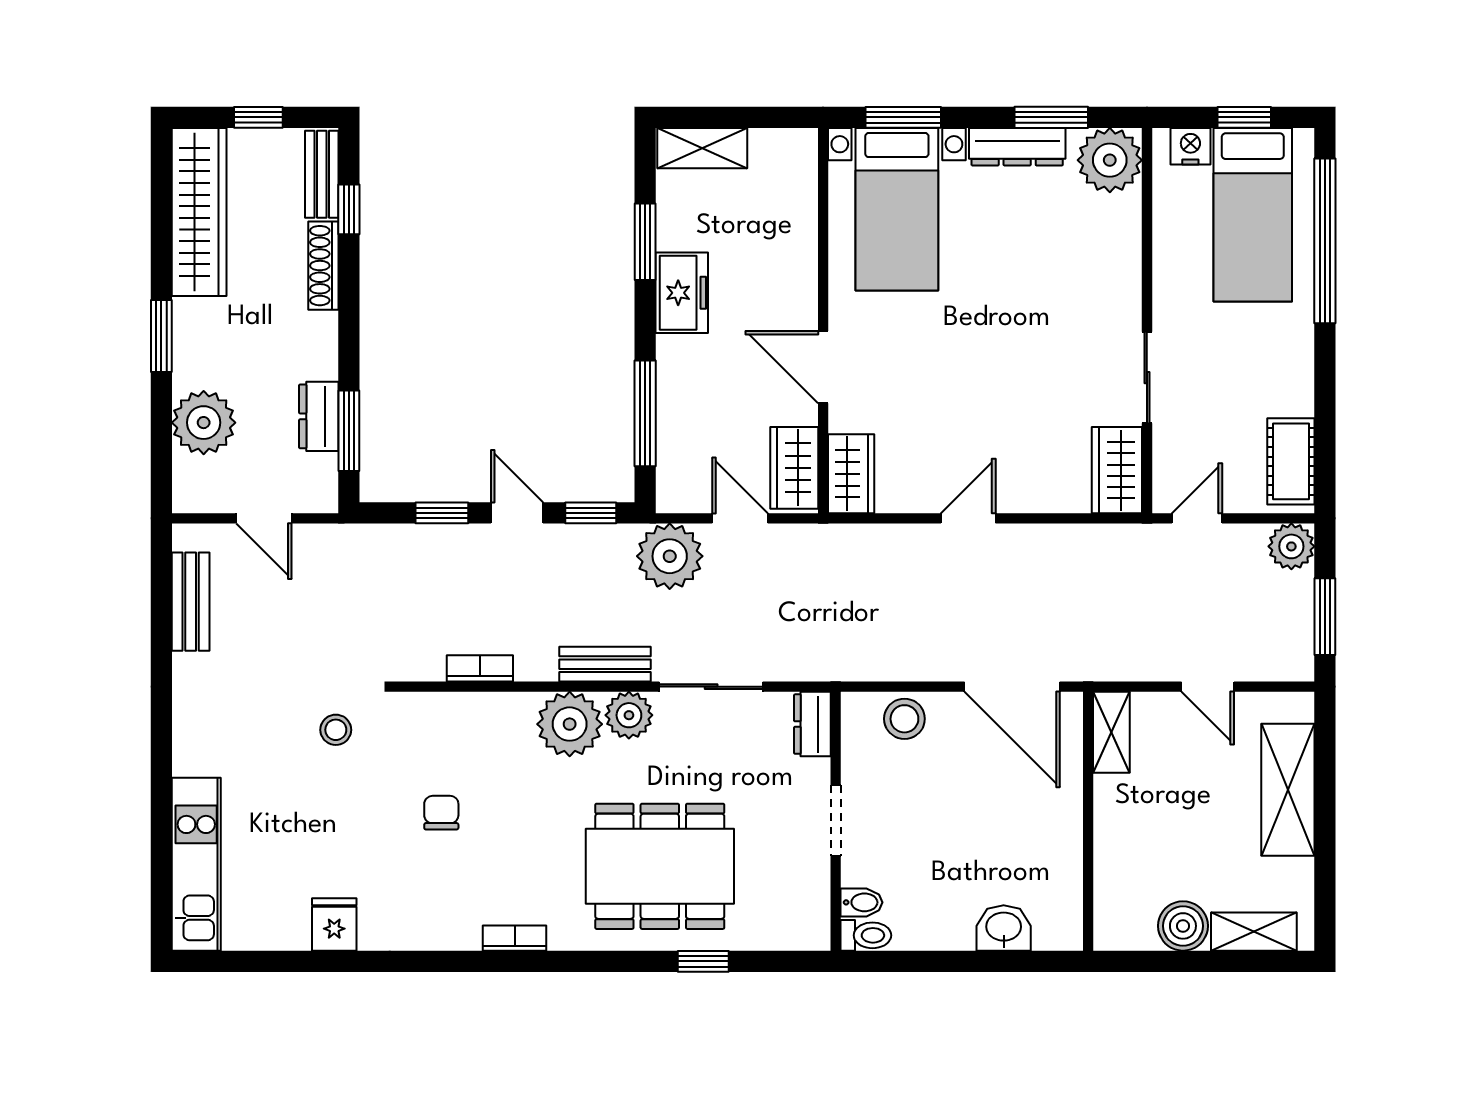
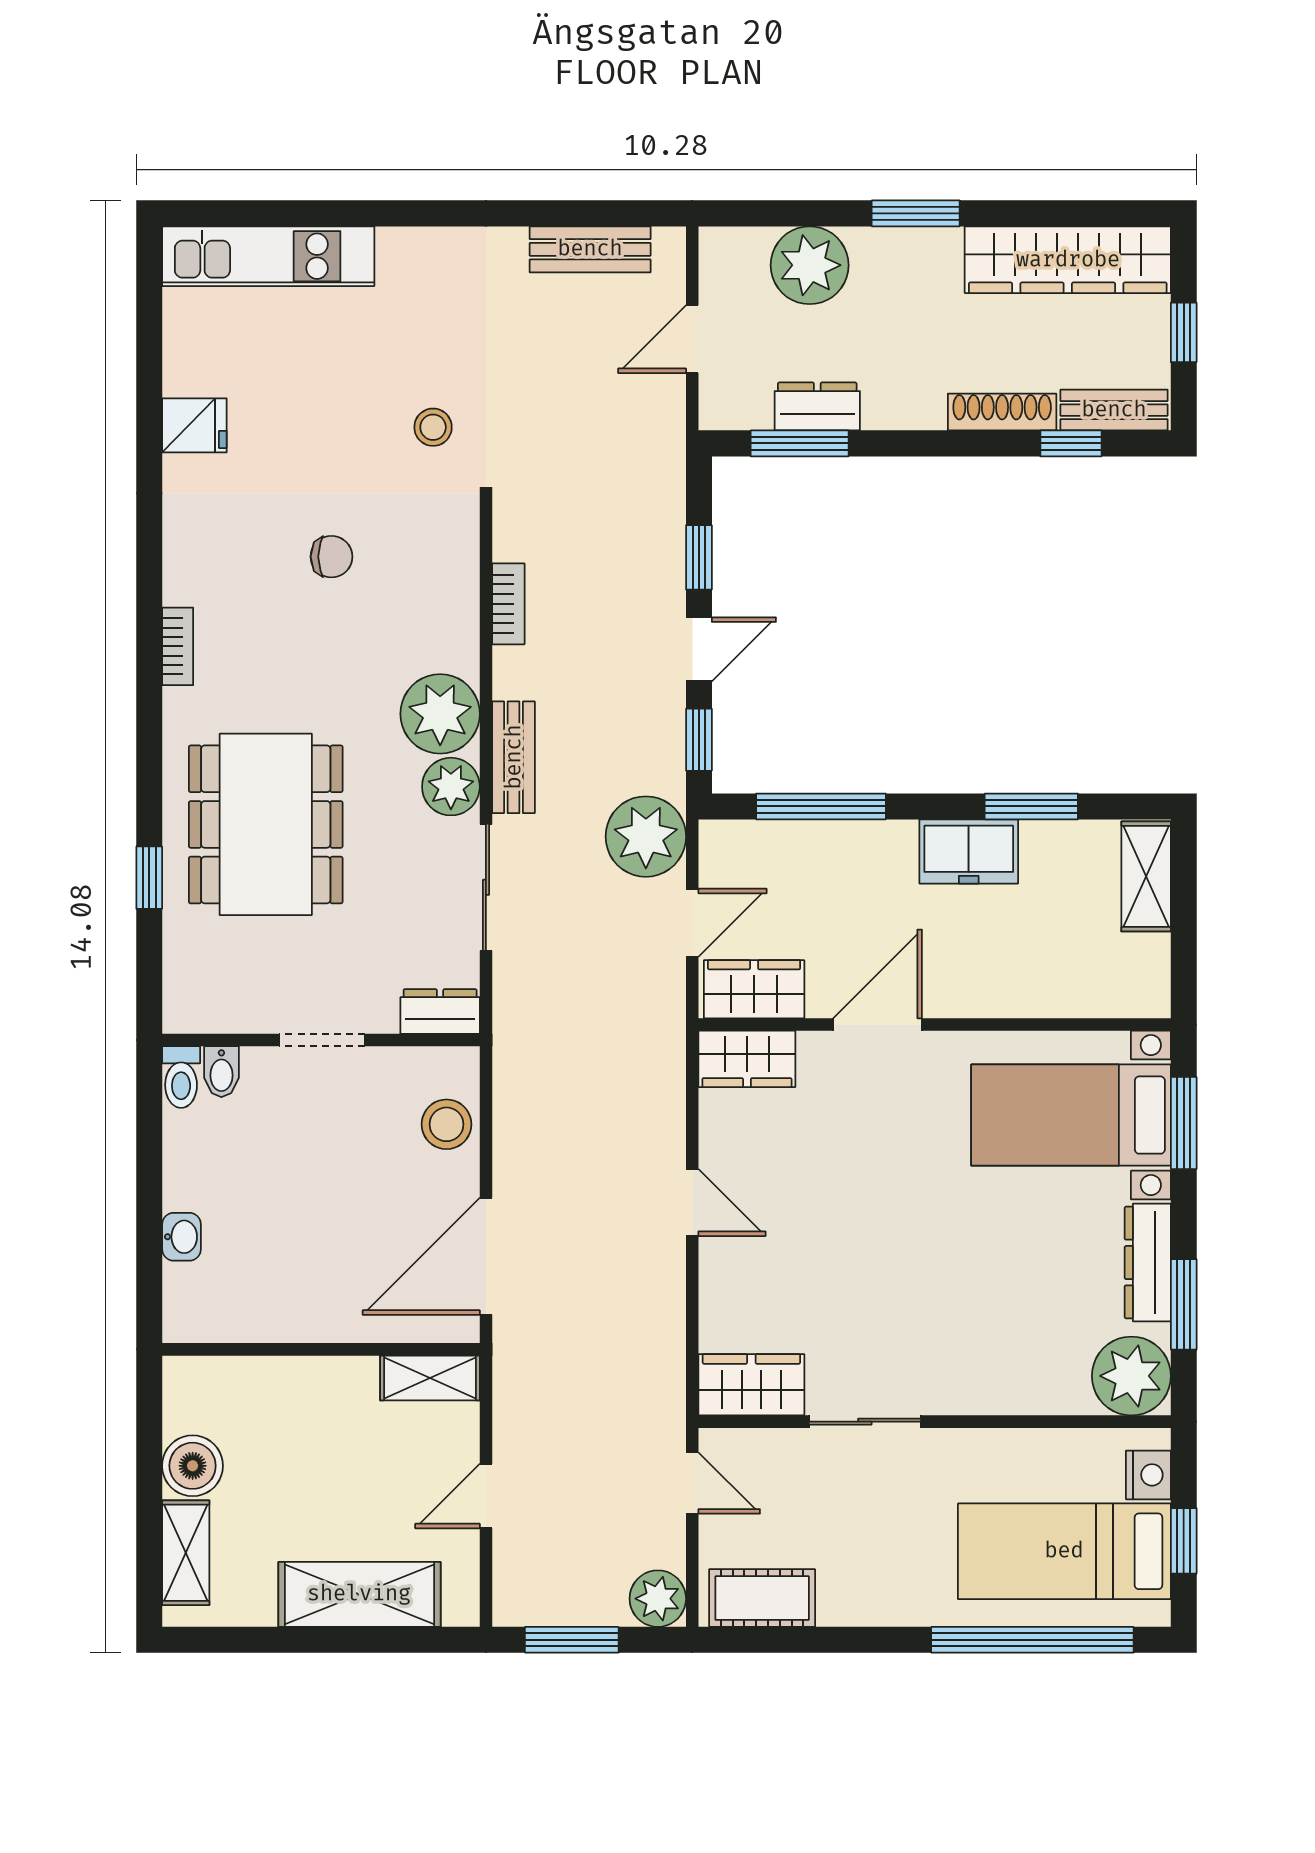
washbasin: (1004, 928) -> (181, 1237), width x0.72, depth x0.69

